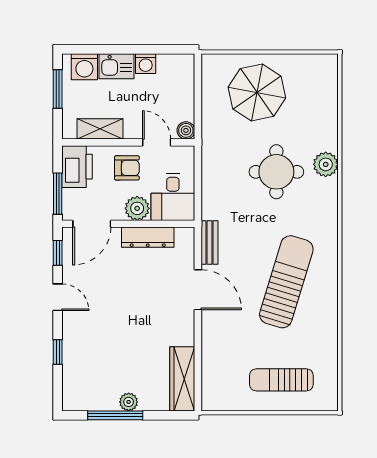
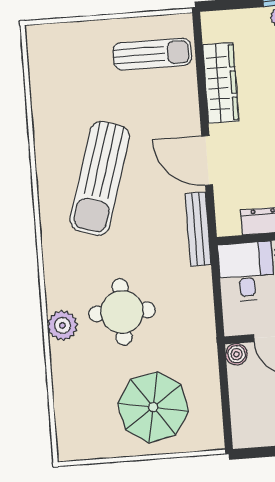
bench: (210, 242) -> (198, 229), width x1.36
wardrobe: (182, 379) -> (221, 83), moved
sun lounger: (281, 380) -> (152, 54), moved

